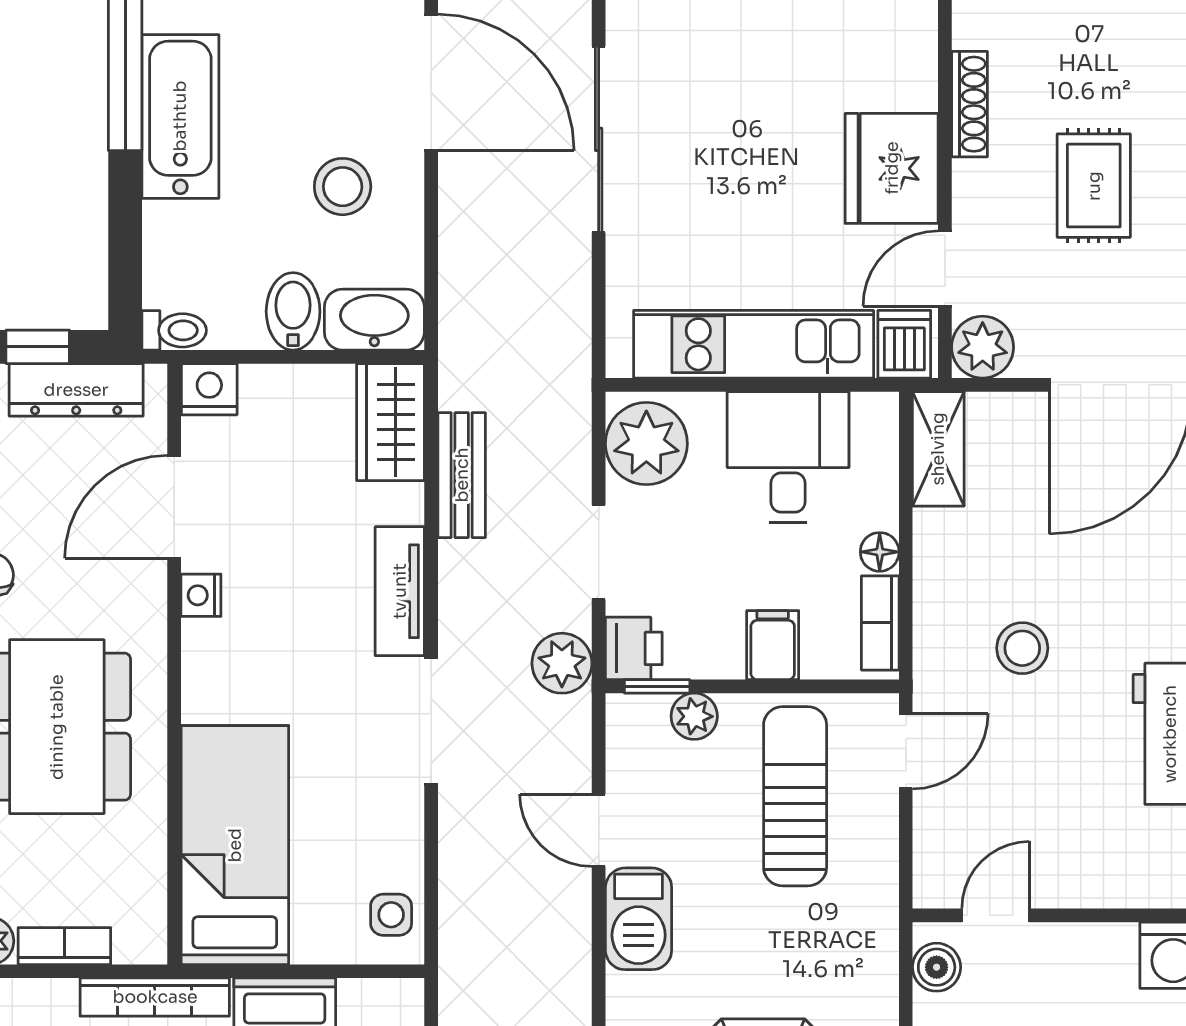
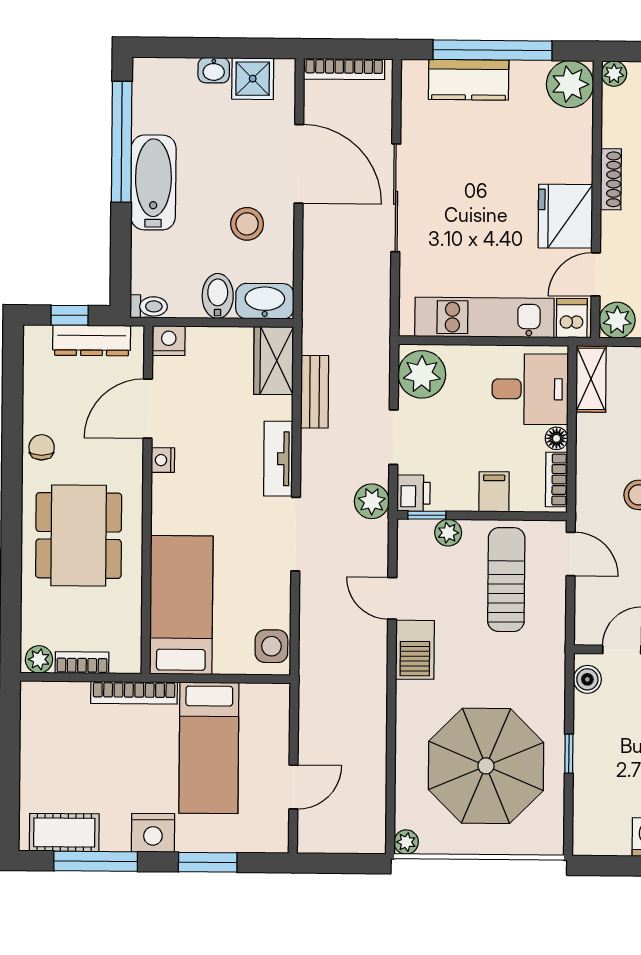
desk: (788, 457) -> (530, 389), moved, turned 90
door: (906, 751) -> (571, 554), hinge flipped
side table: (391, 915) -> (271, 646), width x1.37, depth x1.37

